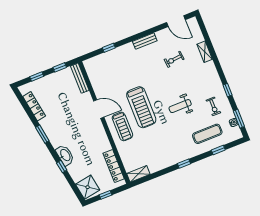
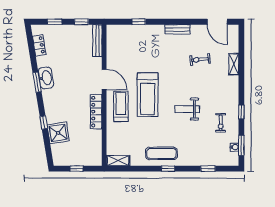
locker: (34, 106) -> (39, 45), width x0.66
treadmill: (122, 126) -> (121, 106), turned 180
exercise mat: (207, 134) -> (161, 153), moved
washbasin: (65, 155) -> (46, 78), moved
locker: (114, 166) -> (96, 112), moved
shower: (88, 187) -> (58, 133), moved

